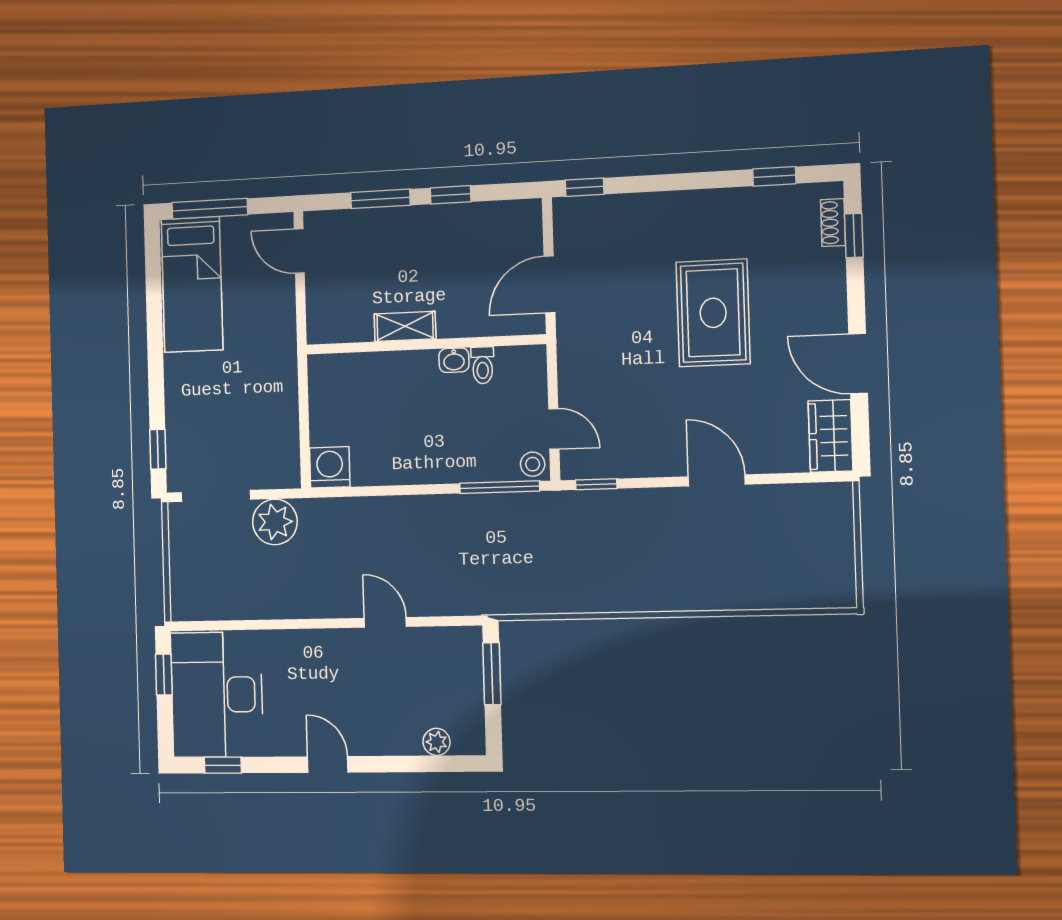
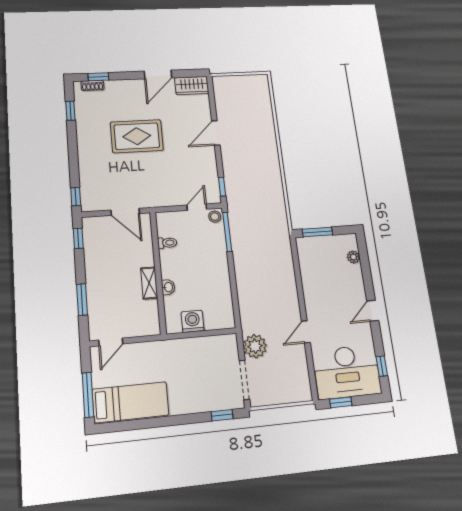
window: (451, 195) -> (78, 238), moved
washbasin: (454, 360) -> (168, 287), moved
washing machine: (330, 467) -> (192, 321), moved, turned 90
door: (385, 622) -> (306, 332), moved

